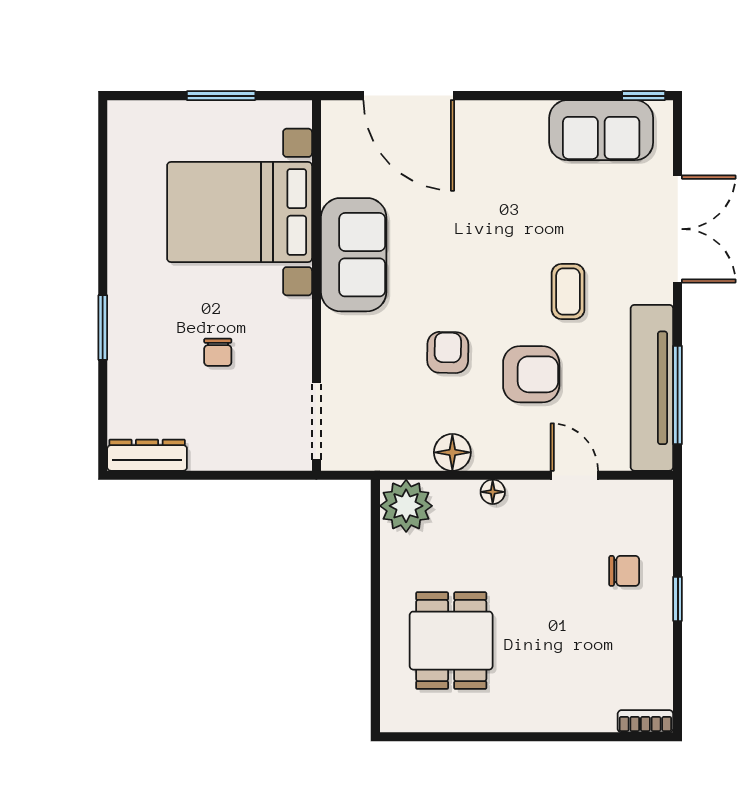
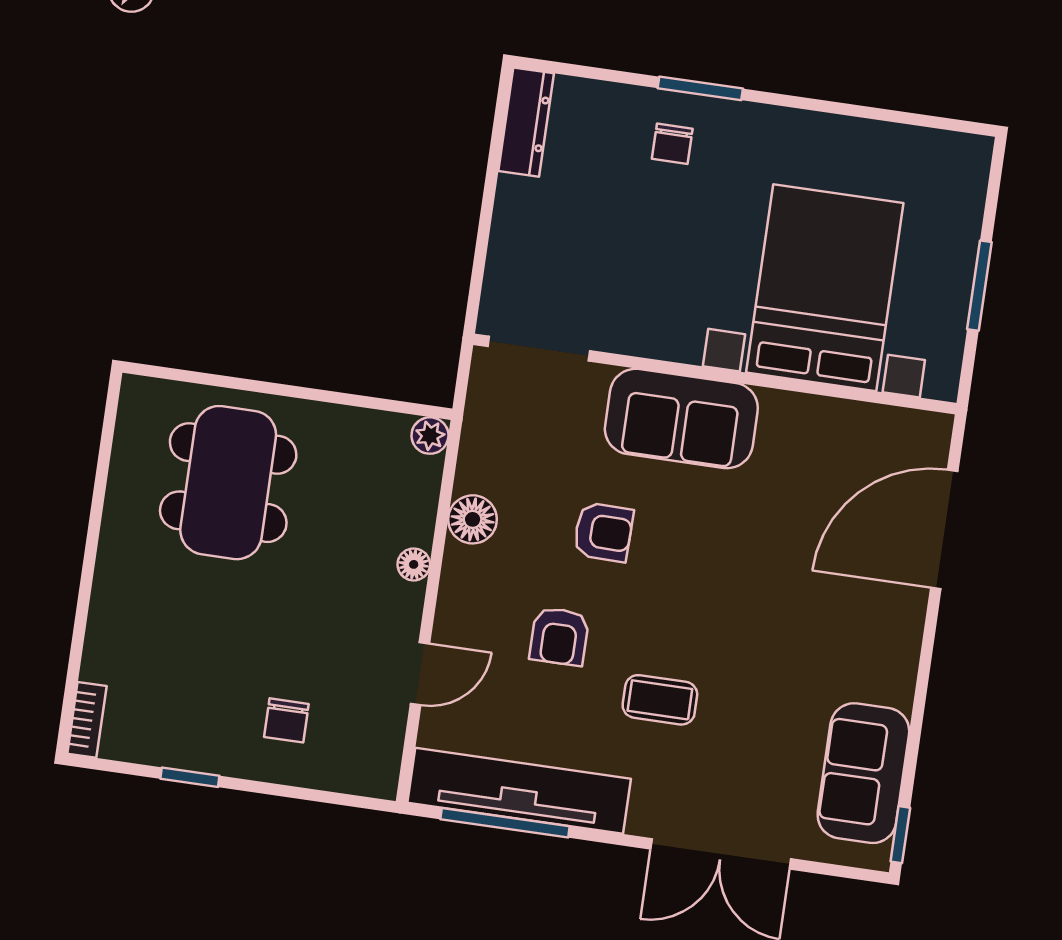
sofa: (354, 255) -> (681, 419), moved
chair: (218, 352) -> (672, 144), moved, turned -90
armchair: (531, 374) -> (559, 636), width x0.72, depth x0.72
plant: (406, 506) -> (430, 436), width x0.53, depth x0.53
window: (678, 599) -> (190, 777), moved
dining table: (451, 641) -> (228, 483), width x1.38

